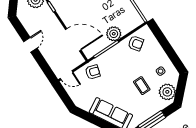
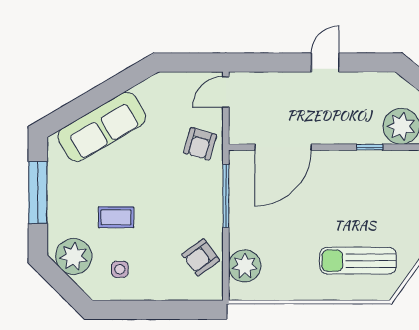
plant: (114, 34) -> (245, 266), moved
door: (30, 45) -> (325, 63), swing flipped

